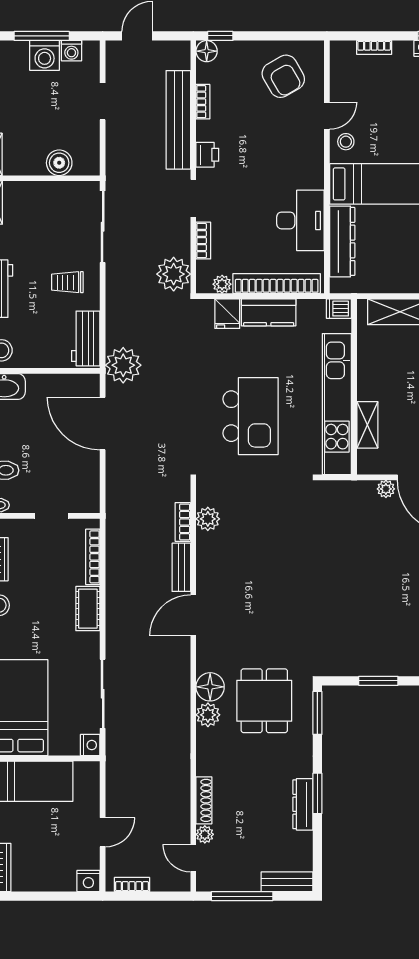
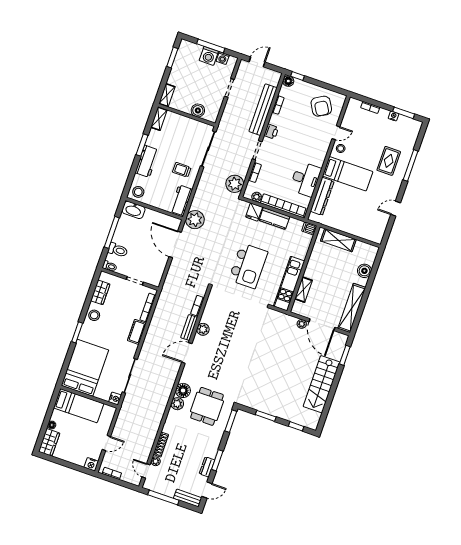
kitchen unit: (337, 404) -> (289, 284), width x0.73
plant: (208, 519) -> (203, 329), moved
dresser: (303, 804) -> (207, 467), width x0.70
door: (317, 855) -> (207, 490), added

